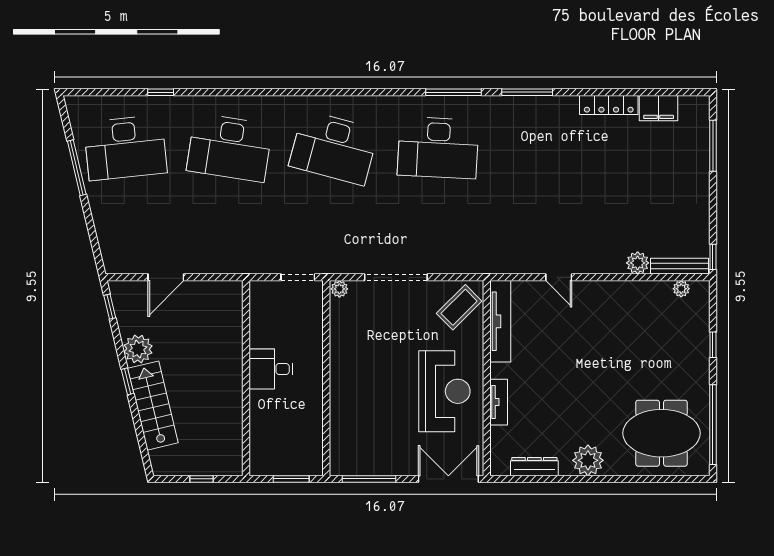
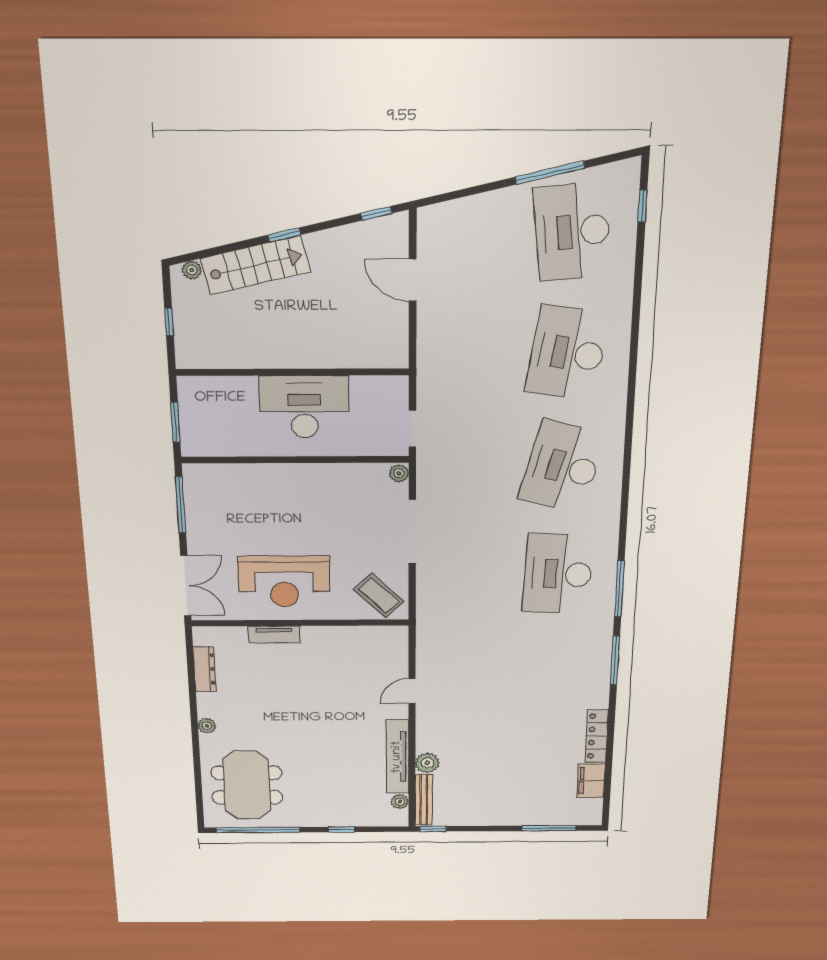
window: (161, 92) -> (642, 206), moved
tv unit: (500, 321) -> (397, 757), moved, turned 90
plant: (138, 349) -> (192, 270), moved, width x0.53, depth x0.53
desk: (271, 369) -> (304, 407), width x1.87, depth x1.30
plant: (588, 460) -> (207, 726), width x0.53, depth x0.53

